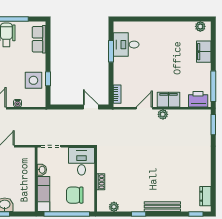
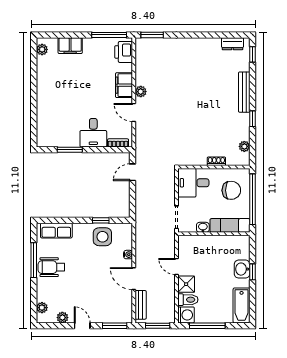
desk: (126, 45) -> (93, 133), moved
chair: (75, 195) -> (231, 190), turned -90

